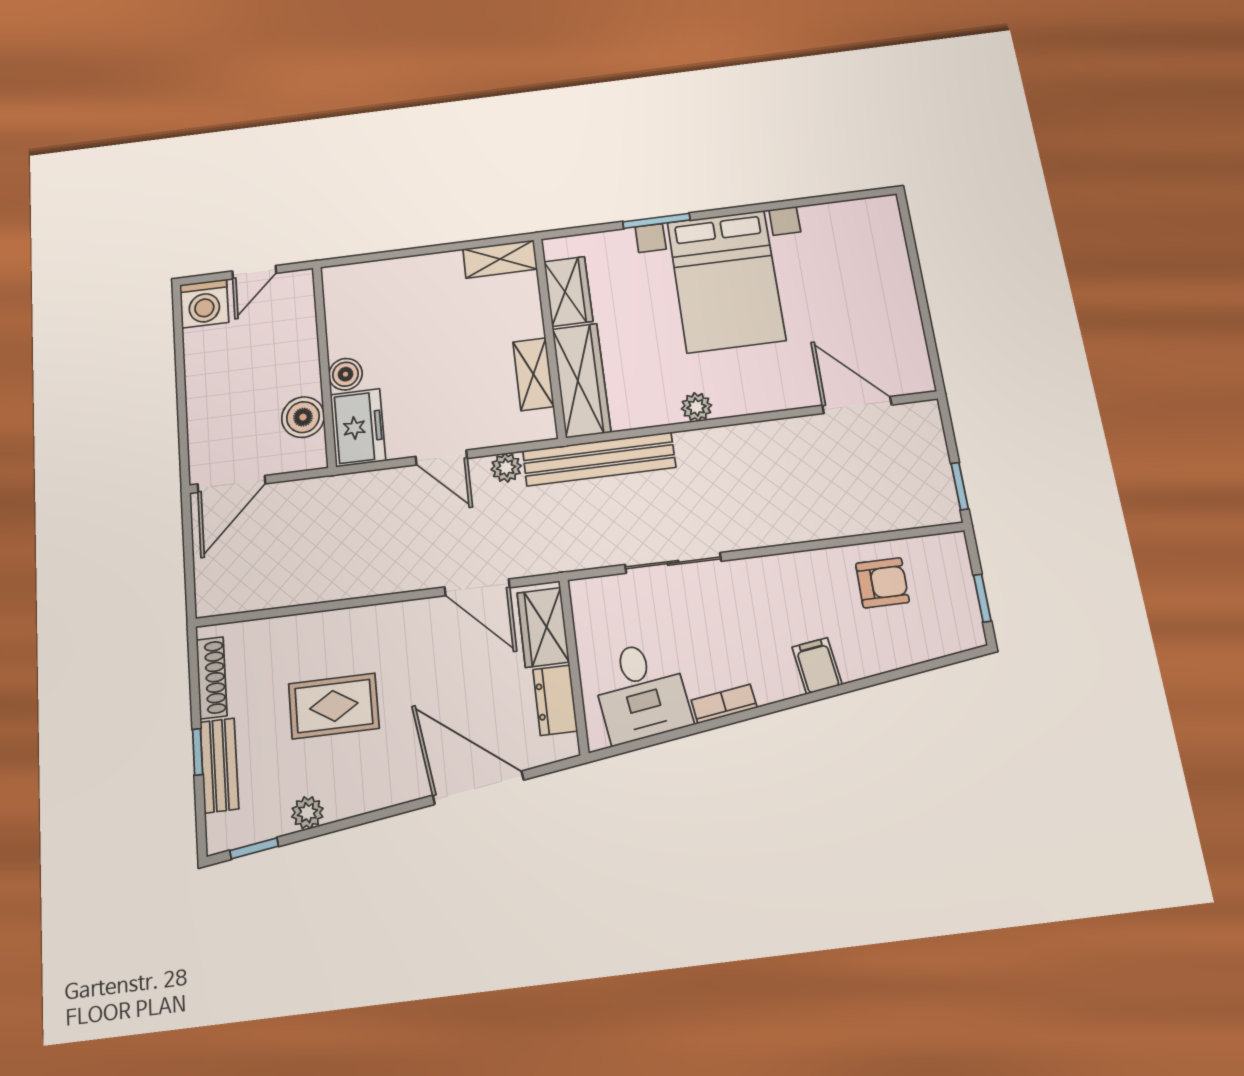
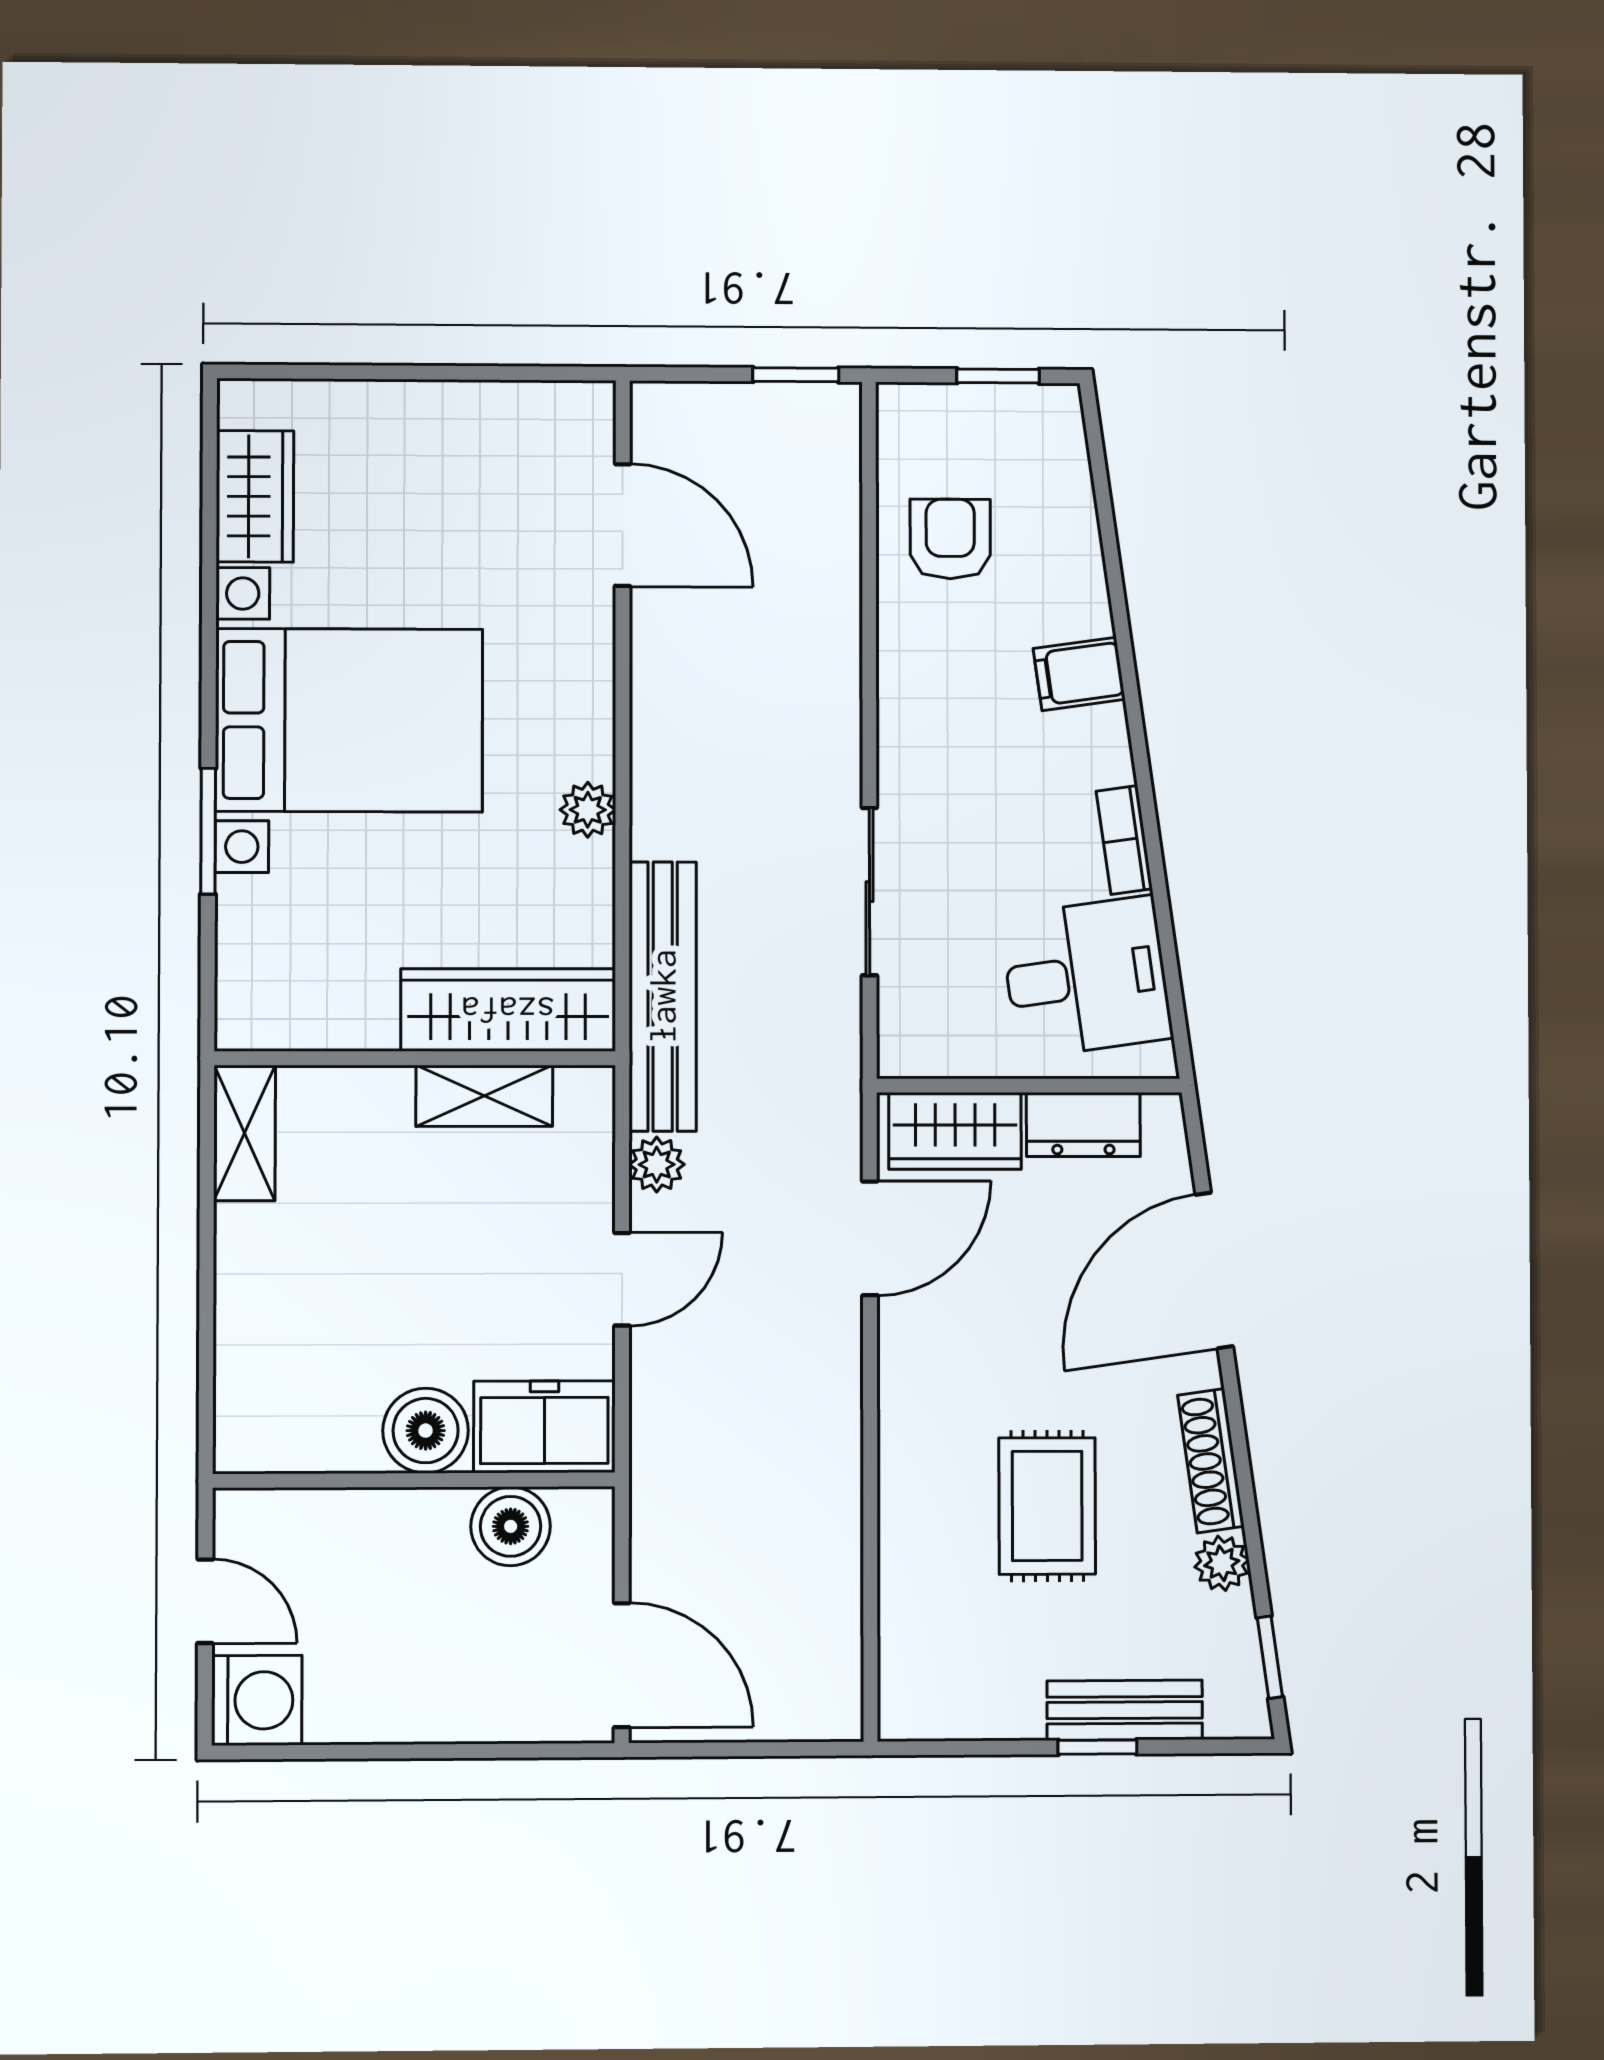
wardrobe: (568, 291) -> (255, 496), moved, turned 90
boiler: (345, 374) -> (426, 1431), width x1.36, depth x1.36
door: (857, 405) -> (623, 525), swing flipped
shoe rack: (212, 678) -> (1211, 1461), moved, turned -98

